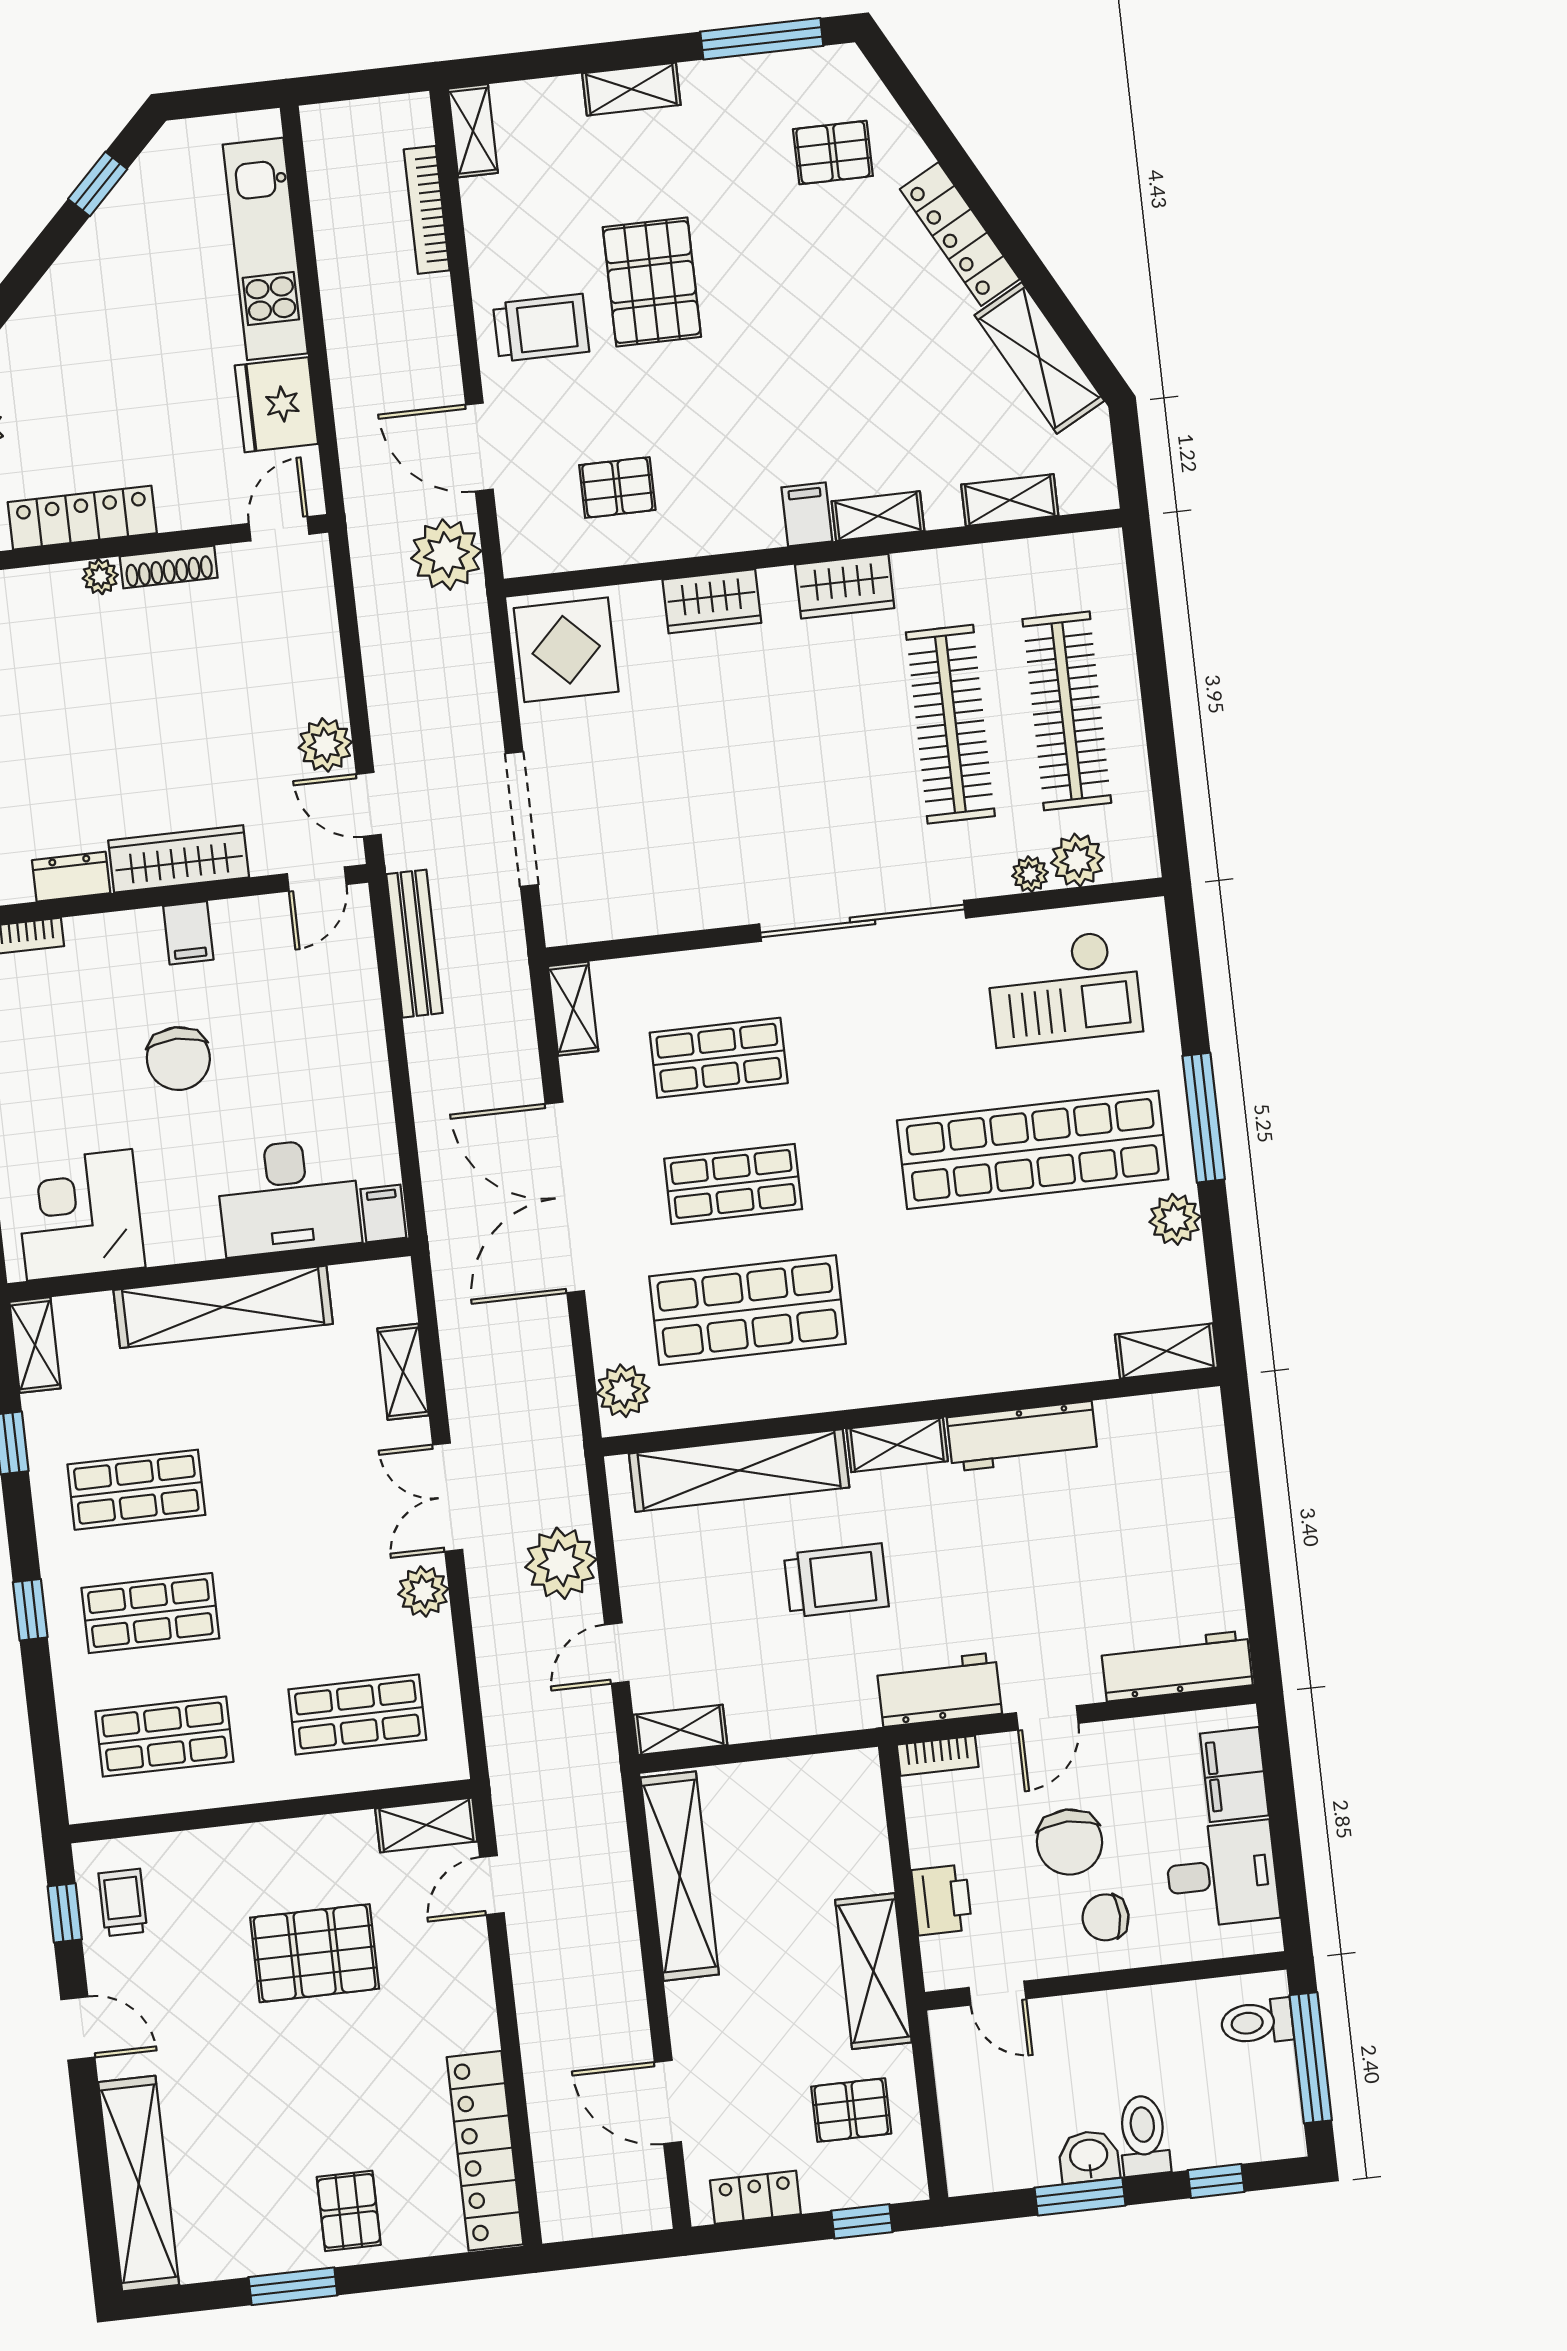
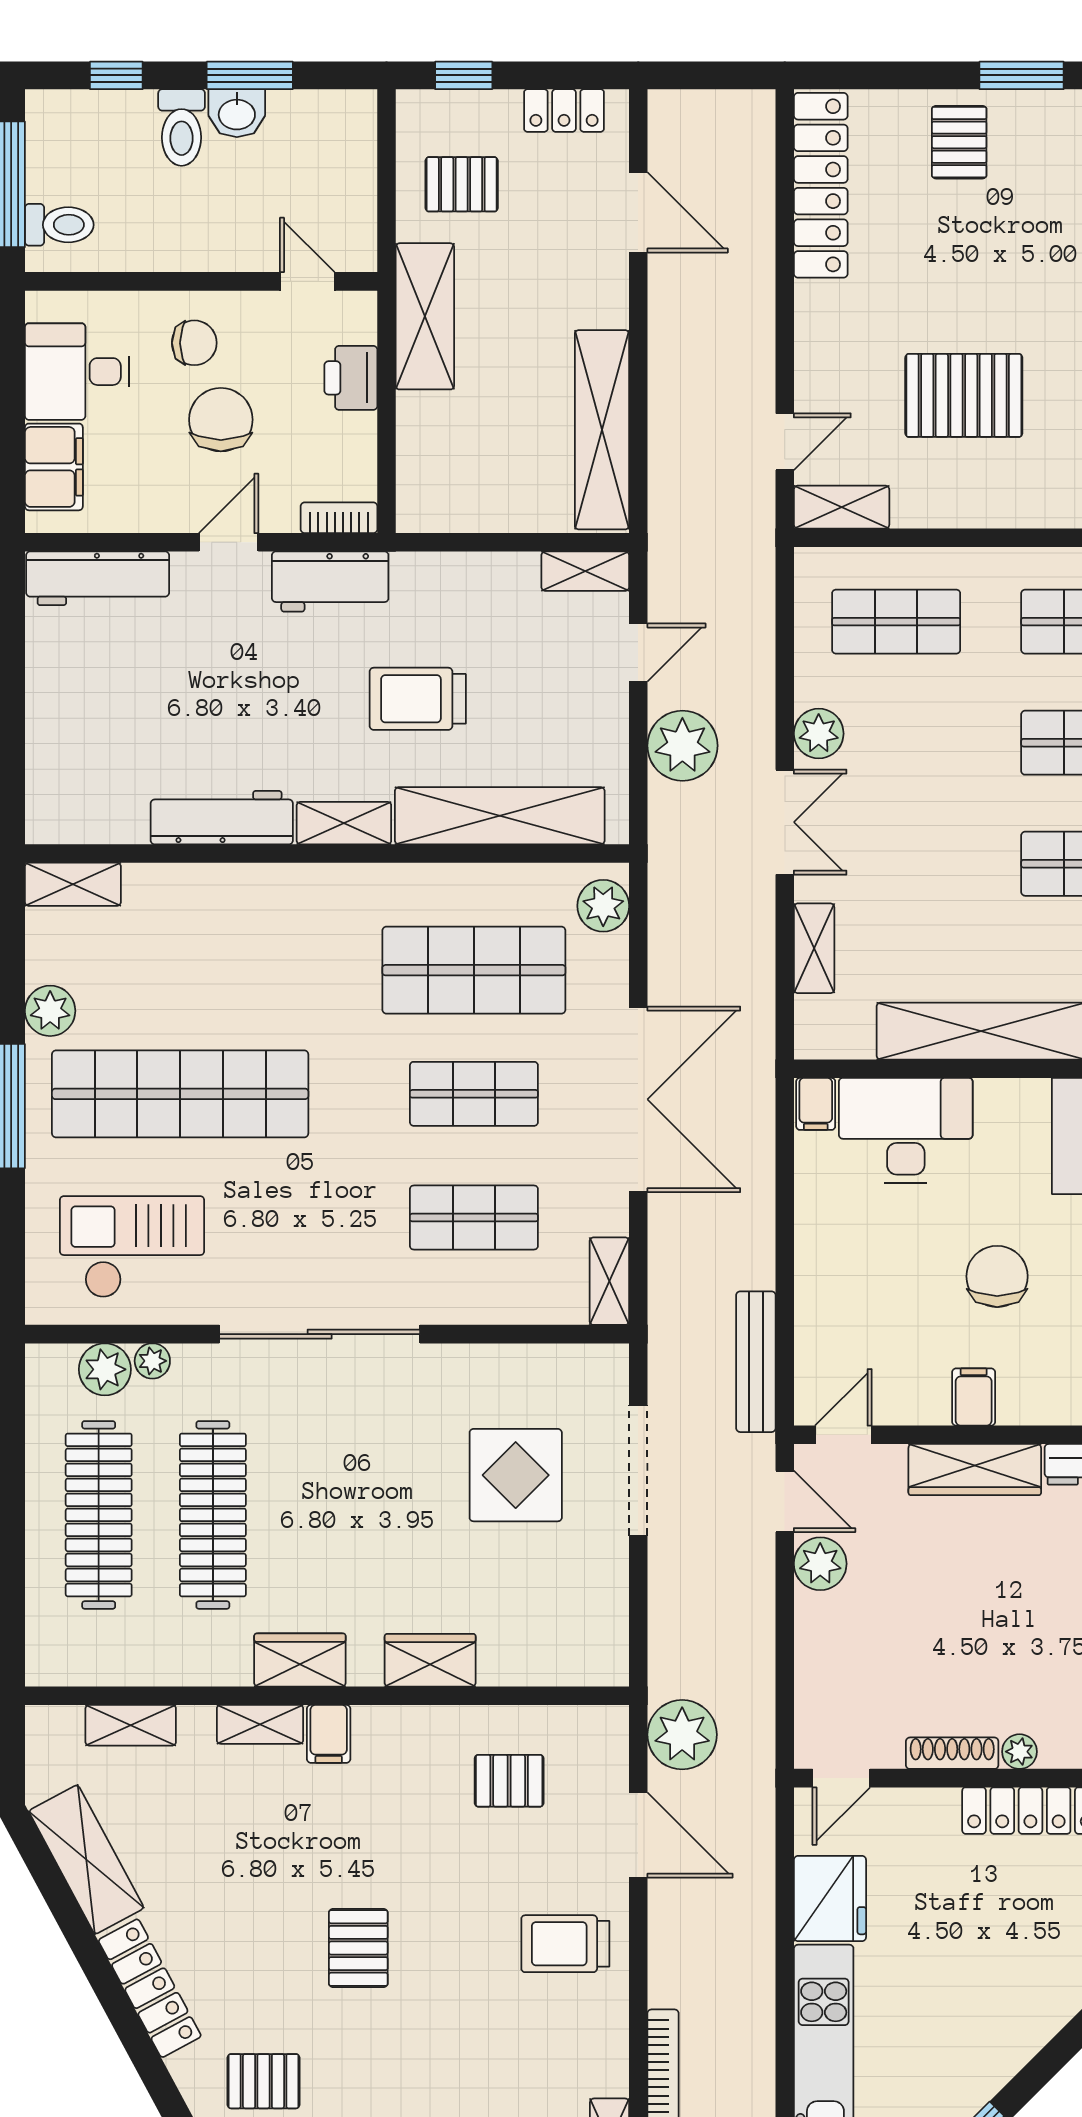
pallet: (652, 282) -> (358, 1948), moved, width x0.67, depth x0.71
display table: (566, 650) -> (516, 1475), moved

